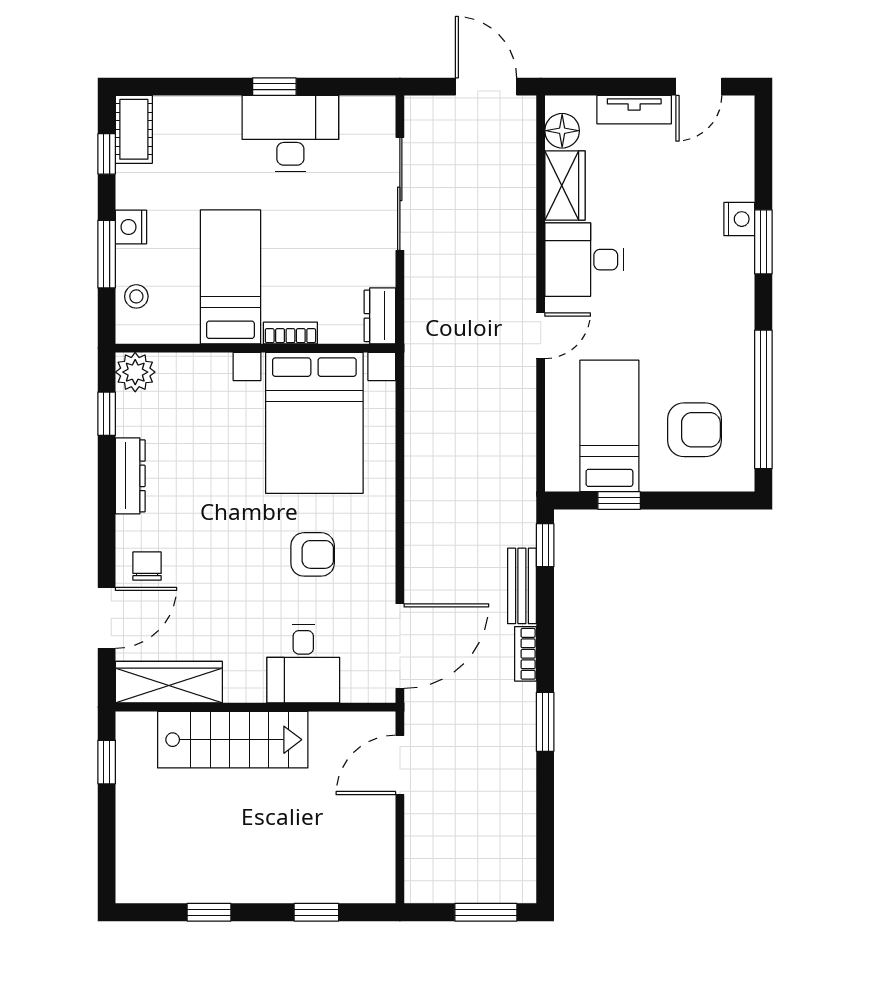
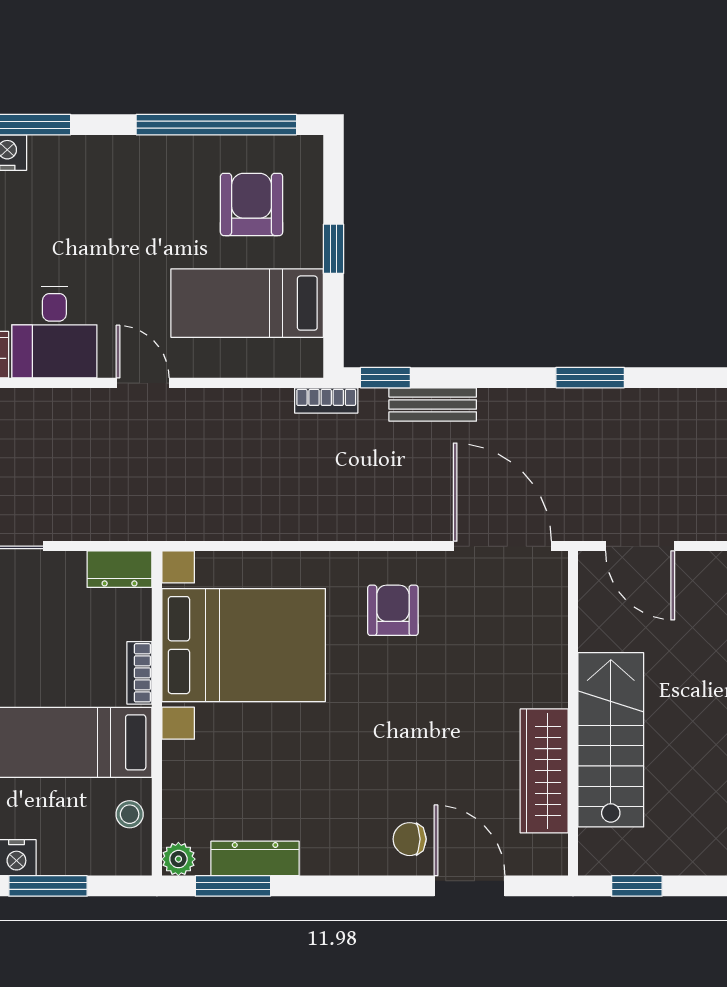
stool: (136, 296) -> (130, 814), moved
plant: (135, 372) -> (178, 859), width x0.73, depth x0.73
window: (107, 414) -> (233, 886), width x1.50
dresser: (130, 476) -> (255, 858), moved
window: (619, 500) -> (334, 249), moved
armchair: (313, 554) -> (393, 610), moved
bookcase: (525, 654) -> (326, 400), moved
desk: (303, 664) -> (523, 658), removed
wardrobe: (169, 682) -> (544, 771), moved

